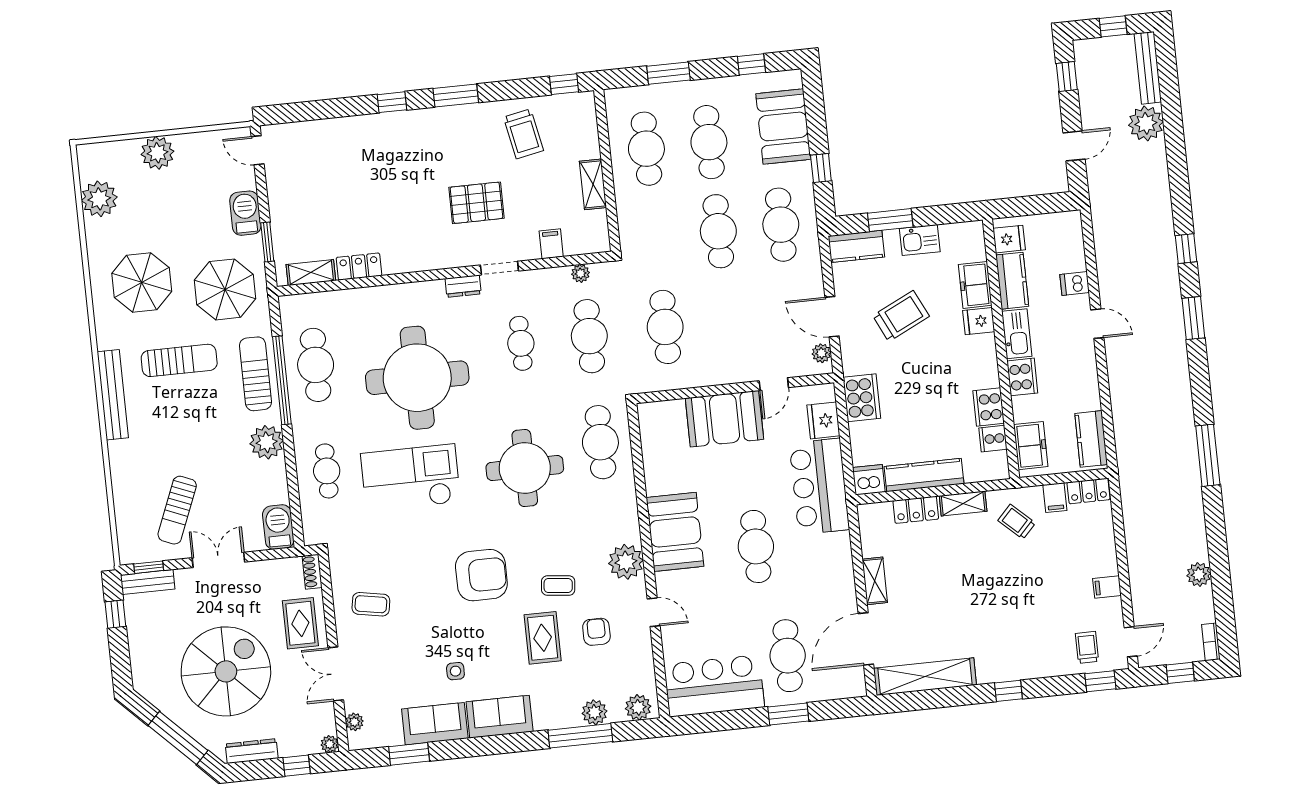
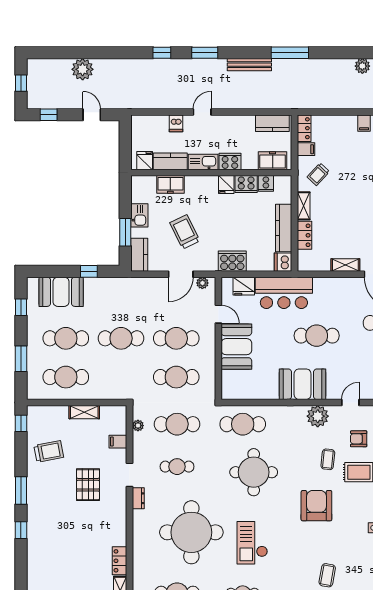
bench: (1148, 68) -> (249, 65), moved
cafe table: (781, 225) -> (176, 338), moved
fridge: (979, 321) -> (226, 185), moved
checkout: (411, 478) -> (252, 543), width x0.73, depth x0.83

